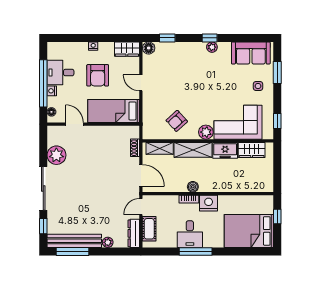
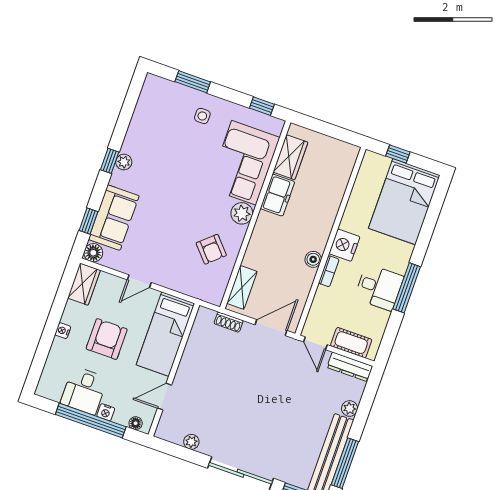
sofa: (251, 53) -> (114, 218), moved
armchair: (98, 75) -> (107, 339), turned -90
shelving: (193, 150) -> (261, 241), removed
plant: (56, 155) -> (191, 442), width x0.53, depth x0.53

